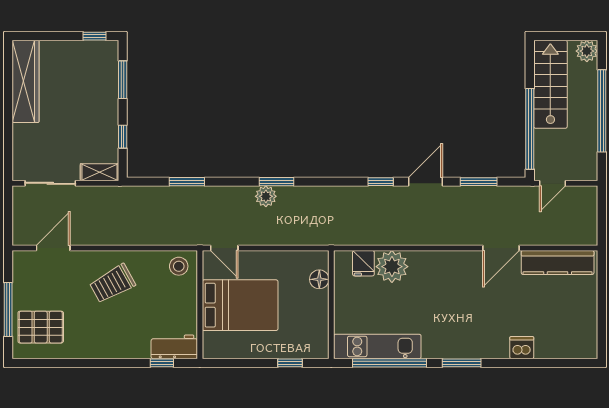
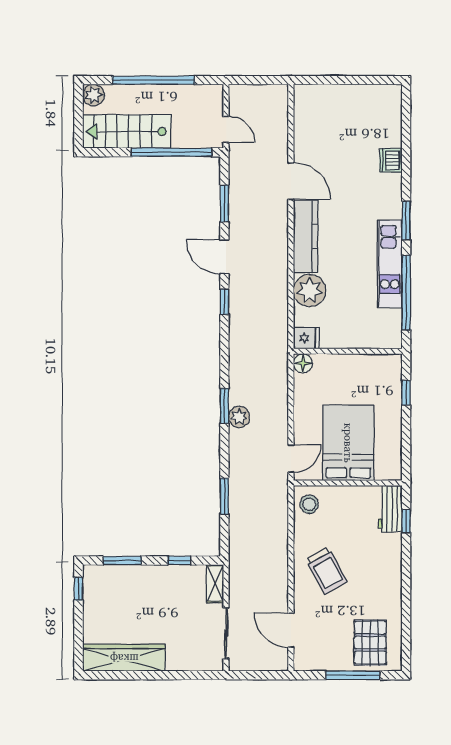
kitchen counter: (558, 262) -> (305, 236), moved
fridge: (363, 263) -> (306, 338), moved
floor lamp: (319, 279) -> (303, 363), moved
kitchen unit: (377, 346) -> (390, 264), moved

